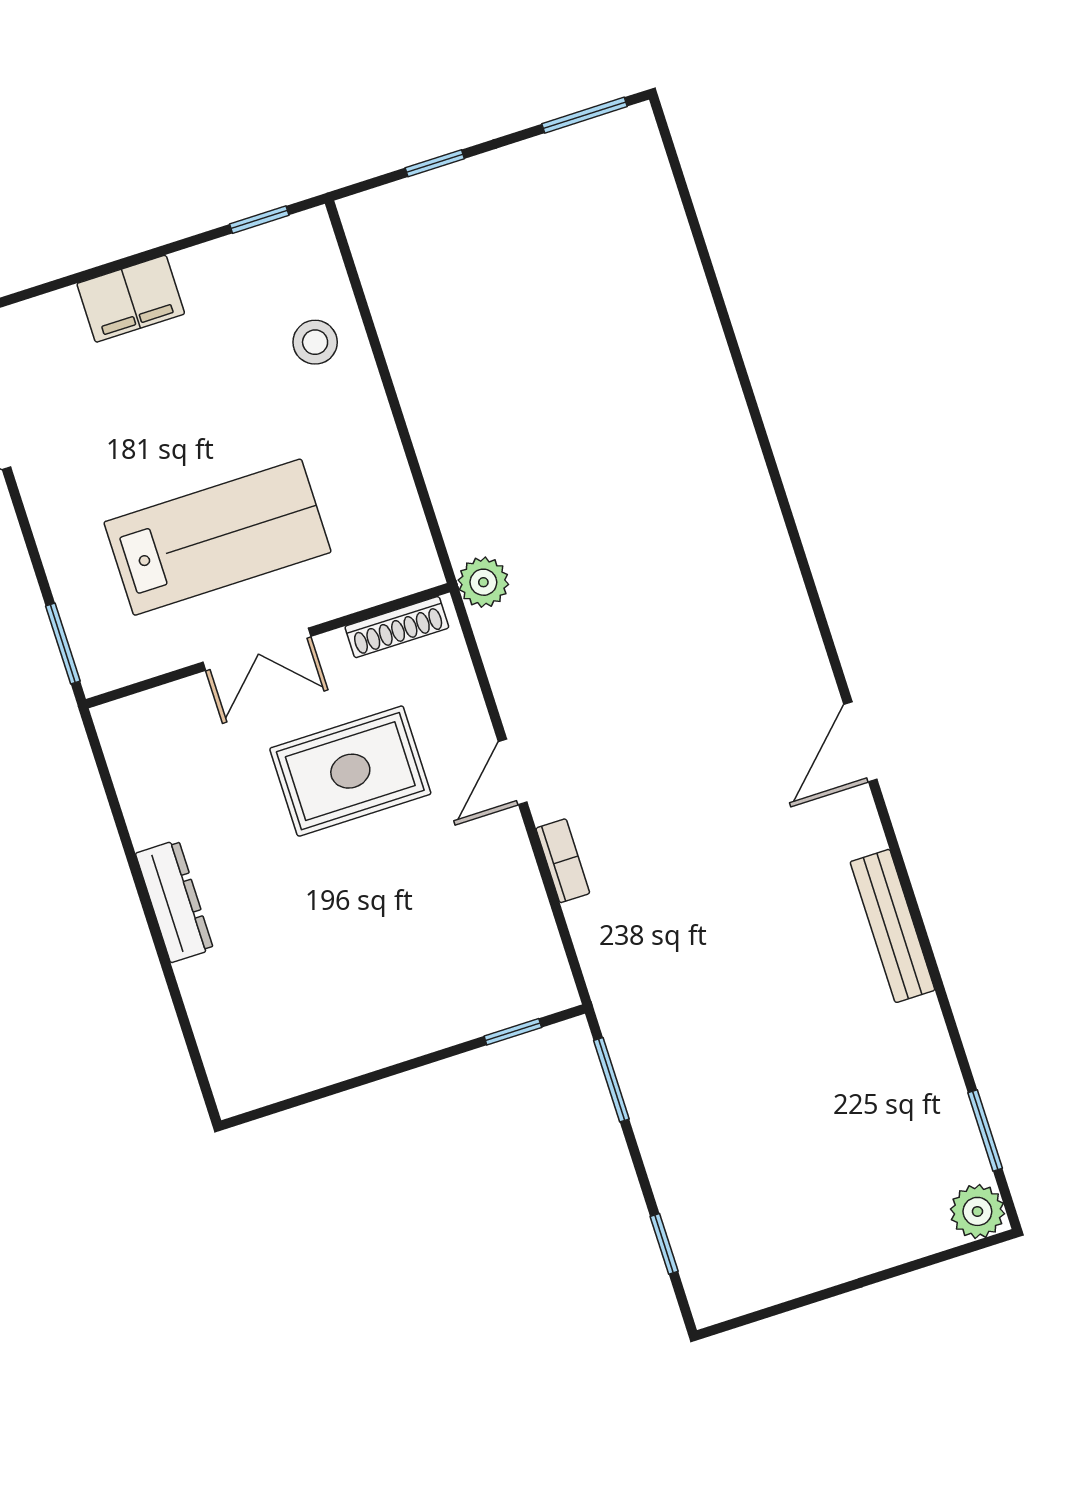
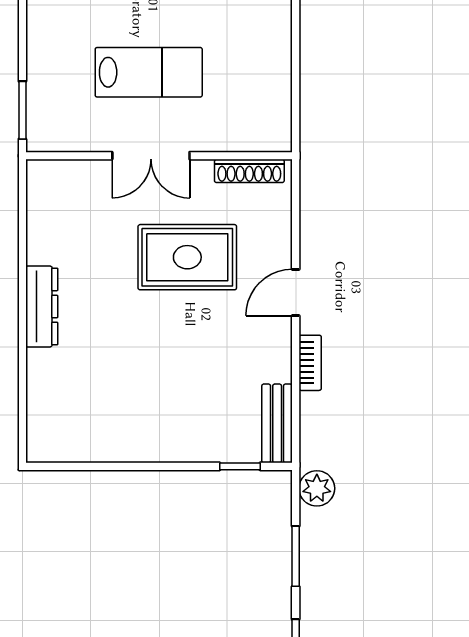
lab bench: (217, 537) -> (149, 72), width x0.73, depth x0.72
plant: (483, 582) -> (317, 488), moved
bench: (544, 957) -> (277, 423), added
window: (611, 1080) -> (296, 556), moved

